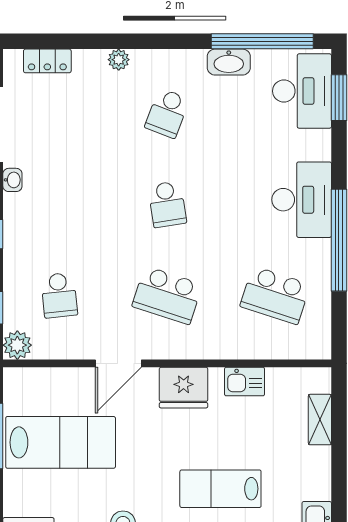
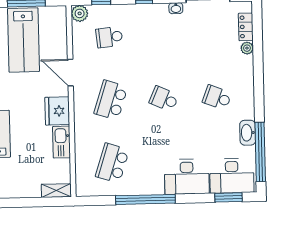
plant: (119, 60) -> (247, 48), moved
desk: (302, 200) -> (187, 177), moved
school desk: (167, 204) -> (164, 99), turned 33
kitchen sink: (245, 382) -> (61, 142), width x1.38
shelving: (320, 420) -> (56, 191), moved

